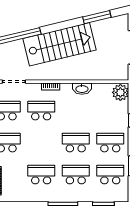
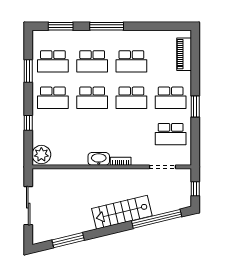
stairs: (59, 44) -> (122, 212), width x0.73, depth x0.66
washbasin: (82, 89) -> (99, 159), moved
school desk: (41, 111) -> (131, 98), moved

